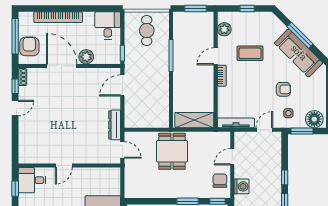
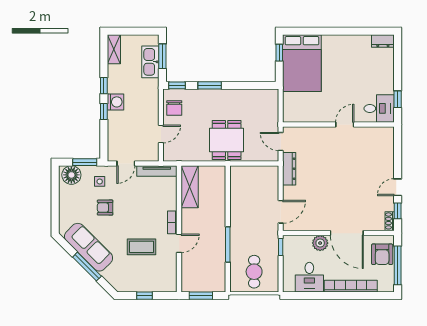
desk: (108, 25) -> (309, 277), moved
plant: (224, 29) -> (170, 273), removed
shelving: (194, 120) -> (190, 187), moved, turned 90
washing machine: (242, 186) -> (115, 102), moved, turned 180

